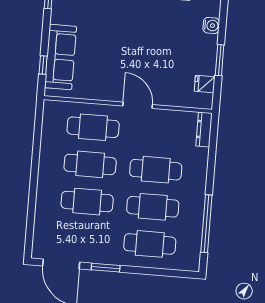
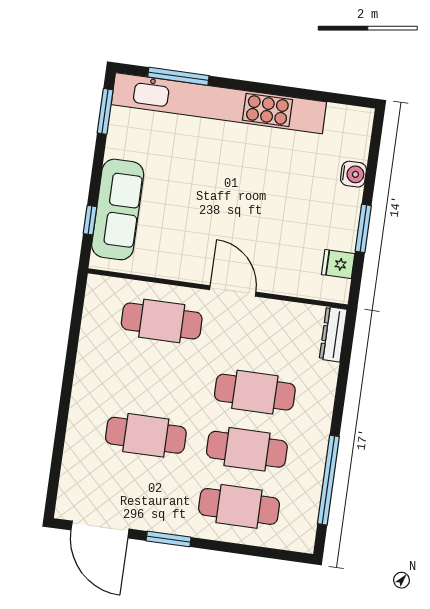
cafe table: (90, 164) -> (154, 378), removed

